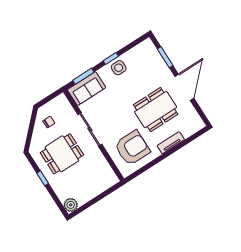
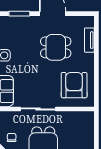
dining table: (156, 110) -> (56, 47), width x0.73
tv unit: (171, 143) -> (89, 40), moved

